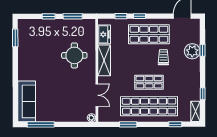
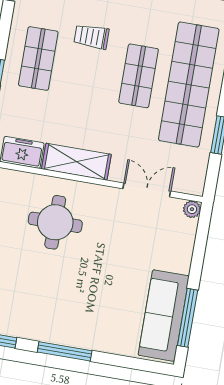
shop shelf: (149, 34) -> (38, 59), width x0.70, depth x0.74
window: (15, 70) -> (65, 351), added
sofa: (27, 101) -> (164, 316), moved, turned -90

